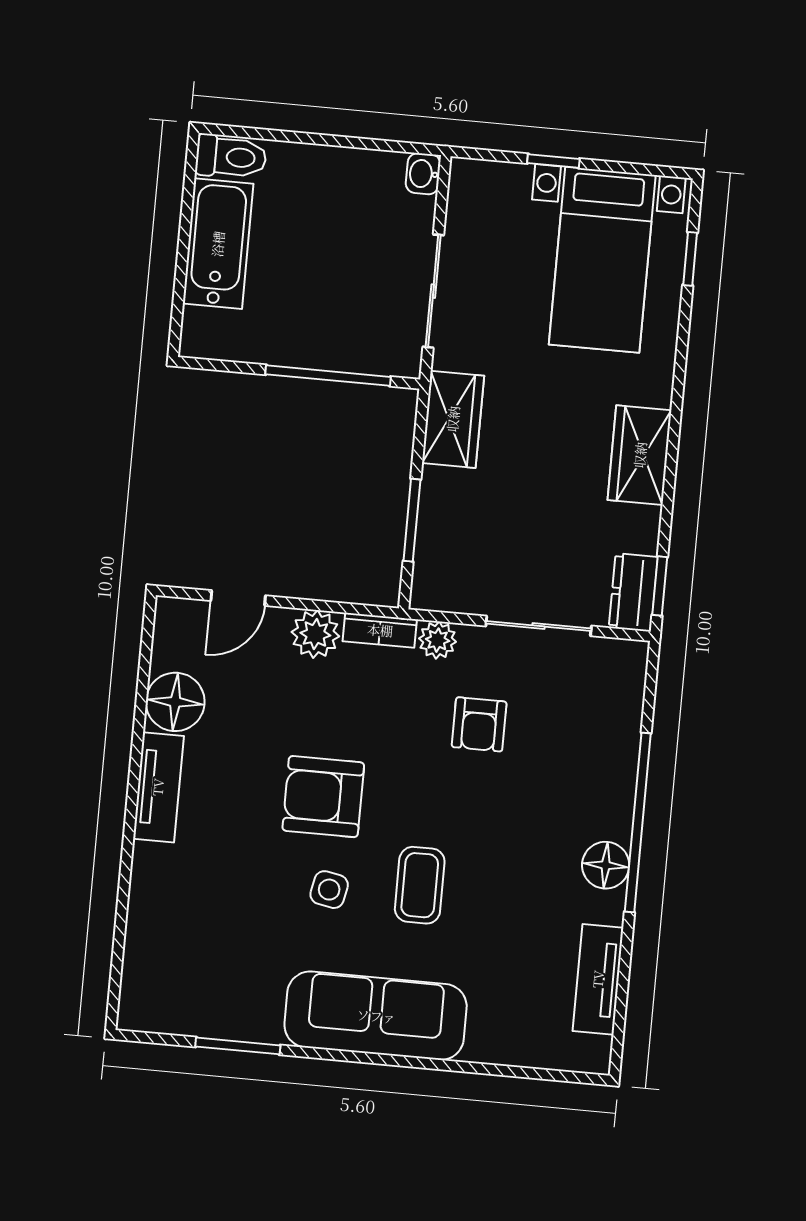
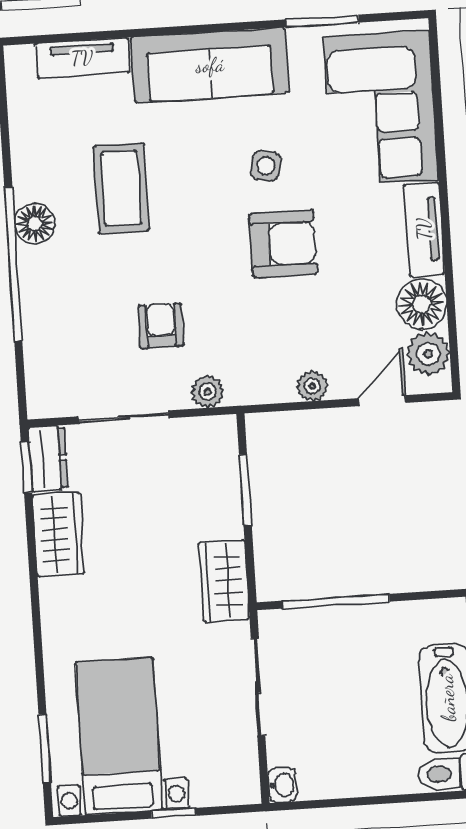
window: (690, 259) -> (45, 749), width x1.50
wardrobe: (640, 455) -> (59, 534), moved
bookcase: (380, 630) -> (258, 392), removed
plant: (315, 634) -> (312, 386), width x0.73, depth x0.73
plant: (177, 644) -> (428, 354), added
coffee table: (420, 885) -> (121, 188), moved, width x1.36, depth x1.30
corner sofa: (187, 935) -> (381, 108), added
tv unit: (598, 979) -> (82, 58), moved, turned 90

